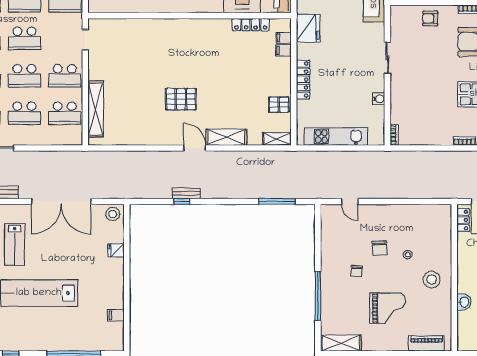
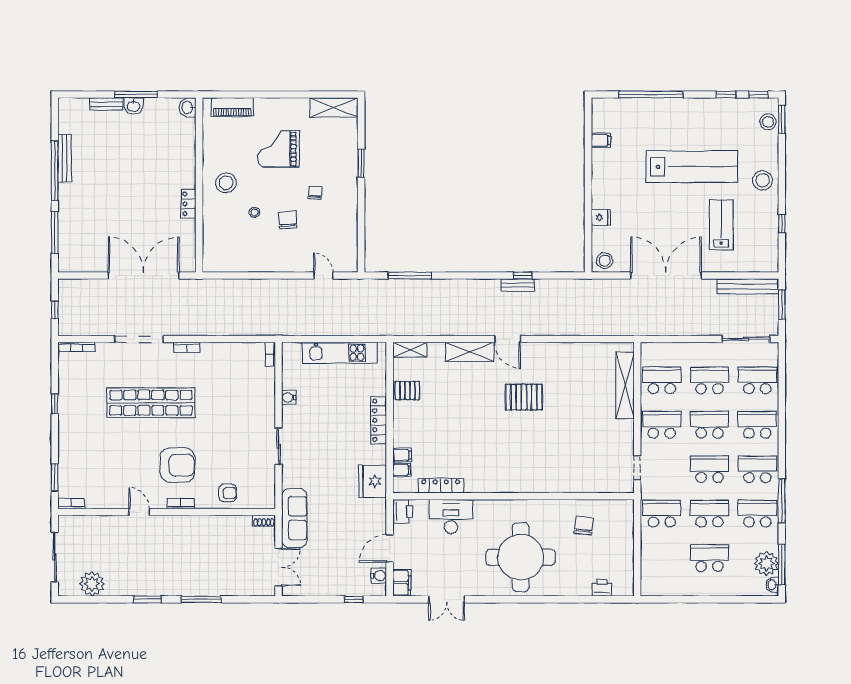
locker: (463, 220) -> (189, 204), moved
window: (318, 296) -> (361, 163), width x0.47
washbasin: (464, 302) -> (188, 108), moved

